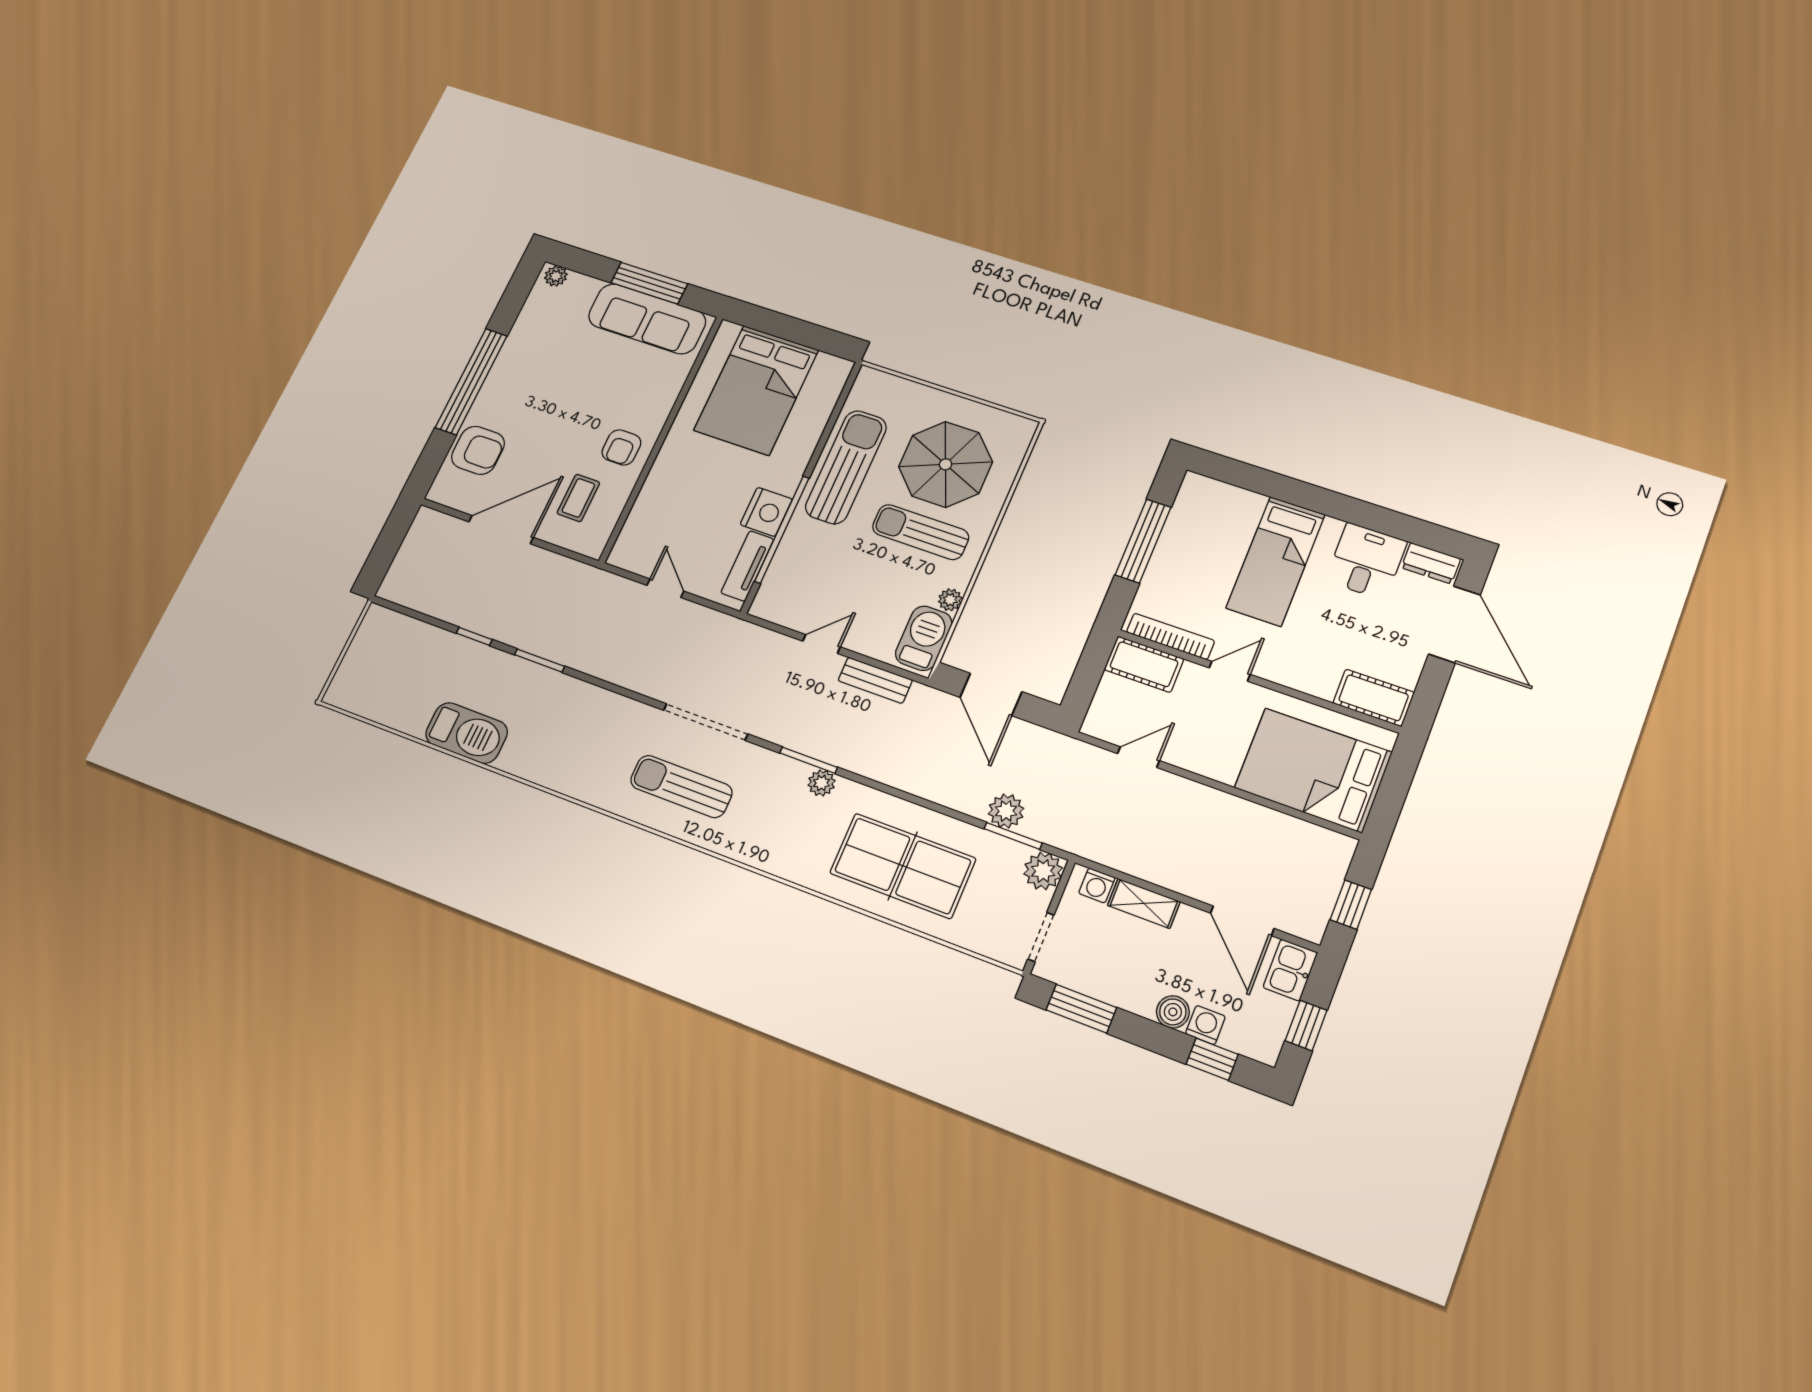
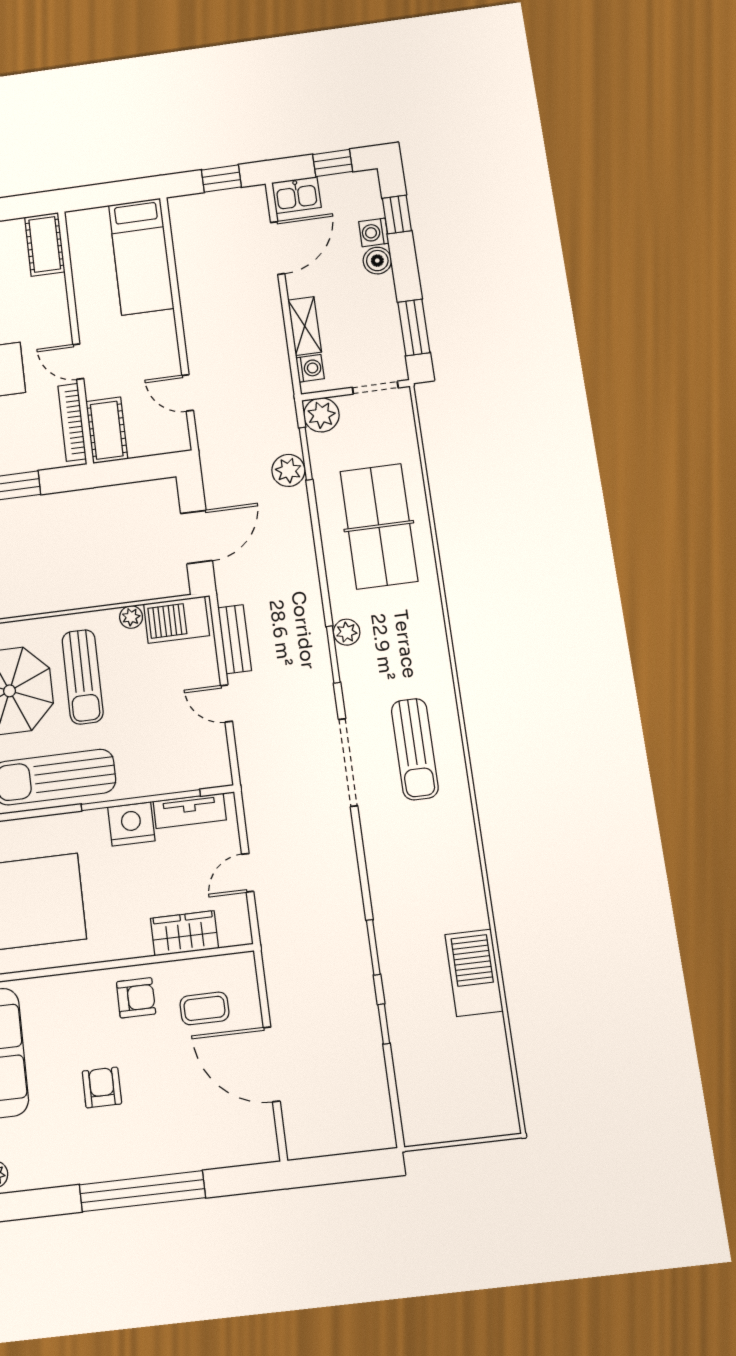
armchair: (478, 450) -> (102, 1087), moved, width x0.72, depth x0.72
wardrobe: (648, 511) -> (184, 933), added
bed: (1313, 770) -> (141, 257), width x0.67

